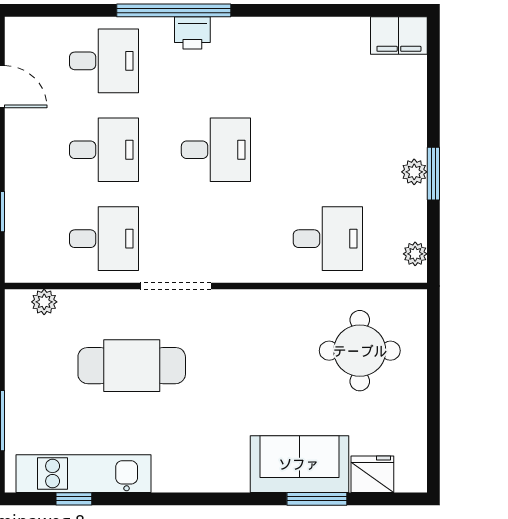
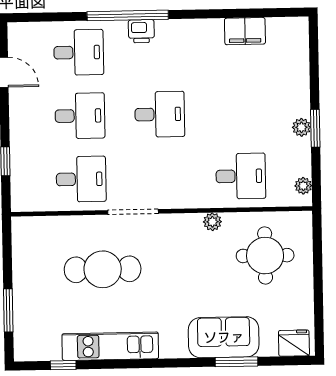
filing cabinet: (399, 36) -> (245, 31), moved
plant: (44, 302) -> (212, 222), moved
kitchen unit: (83, 474) -> (110, 346), moved
fridge: (372, 474) -> (294, 343), moved

